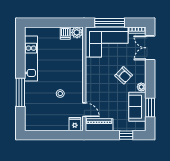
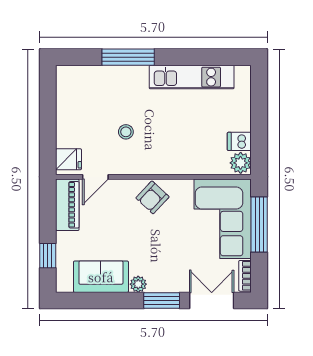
armchair: (124, 75) -> (153, 197), moved
window: (150, 108) -> (162, 301), moved

